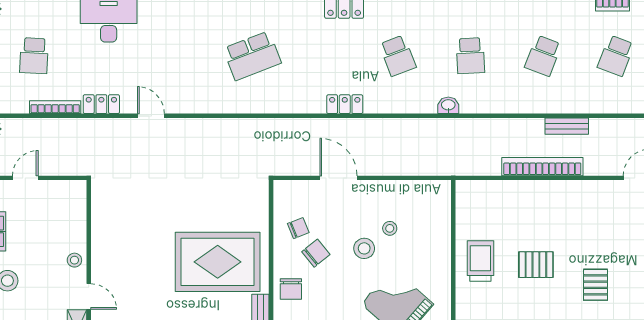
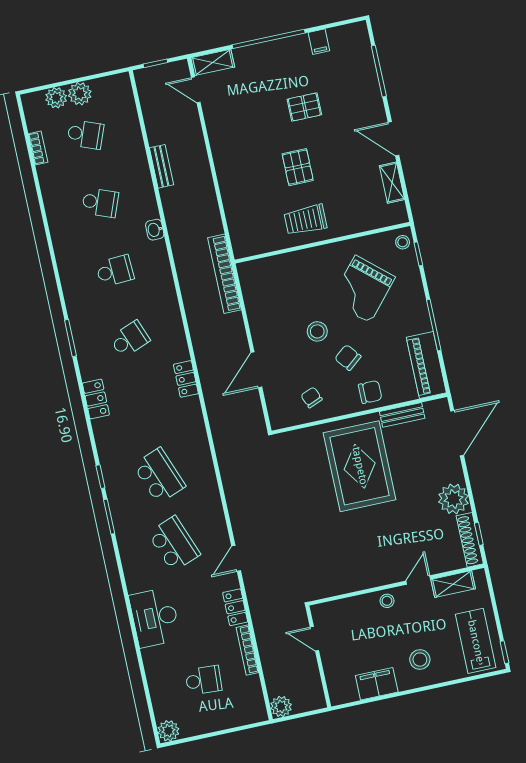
school desk: (179, 56) -> (174, 544), added
washbasin: (448, 105) -> (155, 230), moved
bookcase: (542, 167) -> (224, 274), moved
door: (25, 178) -> (314, 639), moved
stool: (390, 228) -> (293, 312), removed
chair: (316, 253) -> (348, 358), moved

